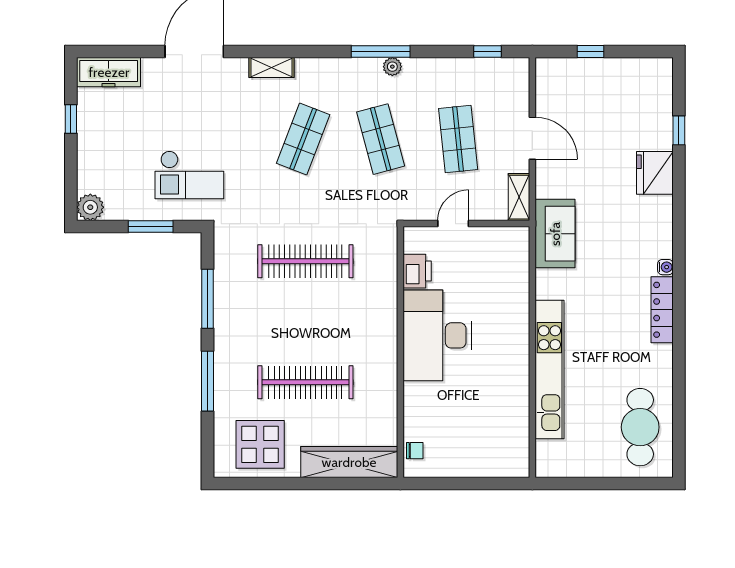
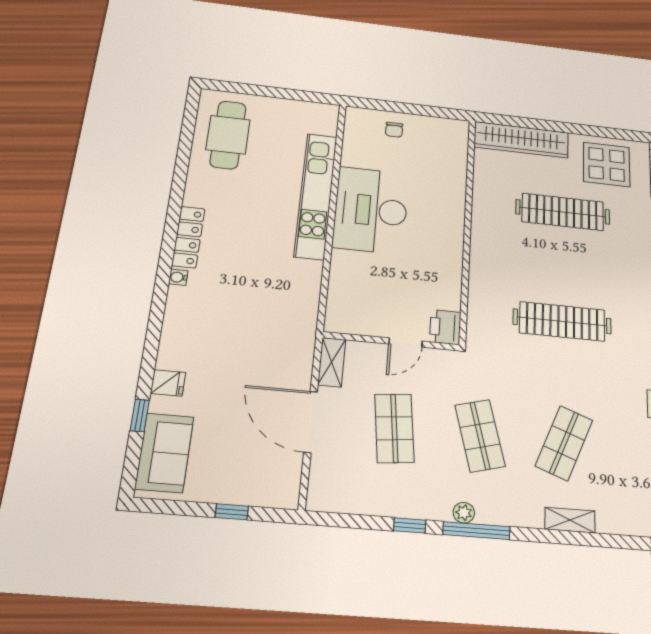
window: (488, 52) -> (410, 525), moved
shelving: (272, 67) -> (570, 520), moved
door: (532, 138) -> (311, 422), width x1.36
fridge: (655, 173) -> (168, 383), width x0.53, depth x0.75
sofa: (555, 234) -> (164, 453), moved, turned 180
printer: (417, 271) -> (445, 327), moved
desk: (437, 335) -> (371, 210), moved, turned 180
chair: (415, 451) -> (394, 130), moved, turned -90

